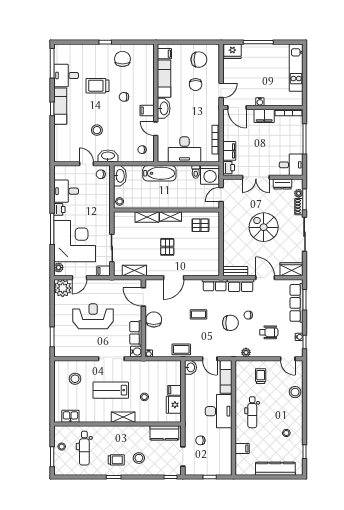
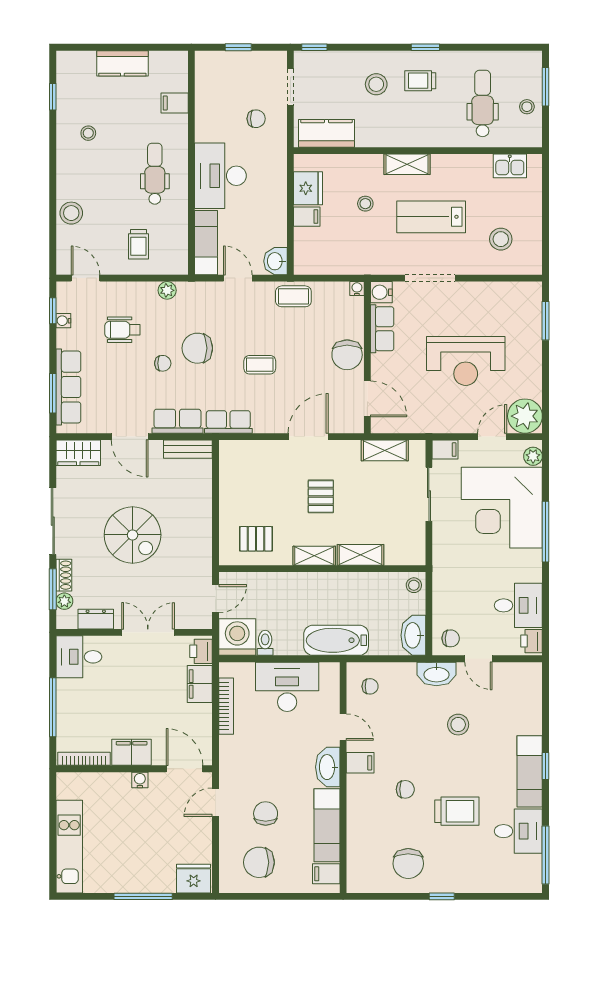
printer: (59, 209) -> (531, 641), moved
lab bench: (111, 390) -> (431, 217), turned 180
kitchen counter: (275, 469) -> (122, 63), width x0.67

